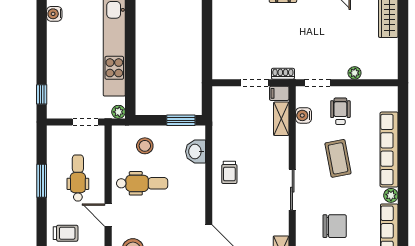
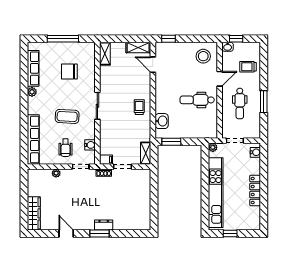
water cooler: (54, 14) -> (255, 152), moved
locker: (55, 47) -> (255, 191), added
window: (42, 94) -> (264, 159), removed
shelving: (281, 119) -> (146, 153), moved
stool: (145, 146) -> (195, 125), removed
row of seats: (389, 149) -> (33, 139), moved
coffee table: (338, 158) -> (67, 116), turned -76
sliding door: (292, 190) -> (97, 106), moved
door: (108, 215) -> (220, 79), hinge flipped

